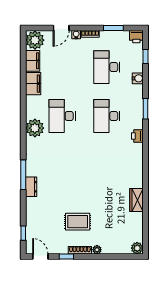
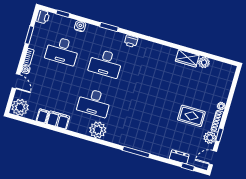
filing cabinet: (33, 61) -> (42, 116), width x0.50
dresser: (31, 187) -> (179, 157), moved
rug: (78, 222) -> (191, 116), turned 90
plant: (61, 247) -> (210, 138), added
plant: (137, 248) -> (204, 62), moved

